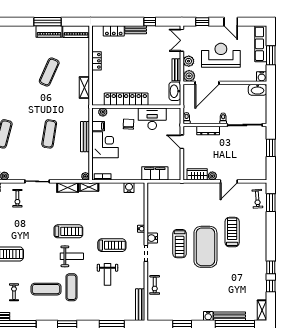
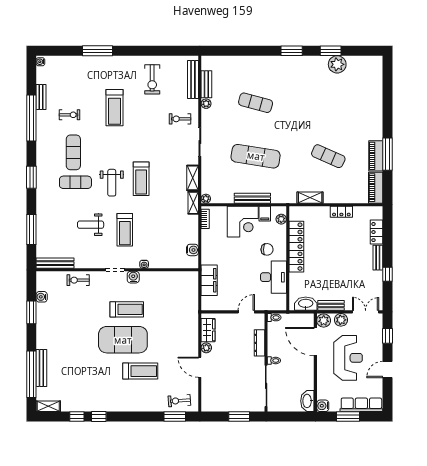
exercise mat: (49, 134) -> (256, 156), width x1.36, depth x1.45
treadmill: (180, 244) -> (127, 309), turned 180
water cooler: (208, 316) -> (42, 297), moved

